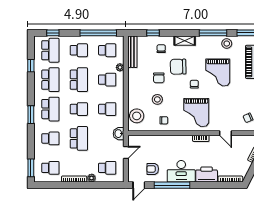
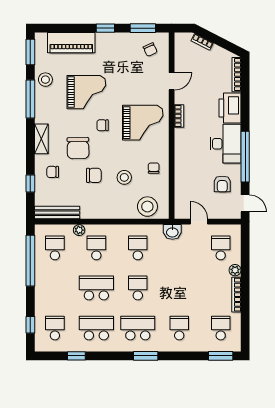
school desk: (50, 50) -> (55, 328), width x0.54
school desk: (79, 50) -> (55, 288), removed
school desk: (79, 138) -> (179, 288), removed

